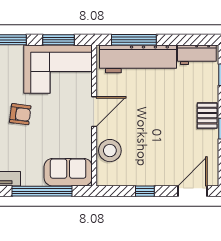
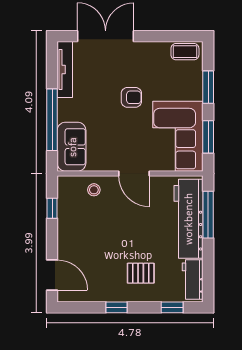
armchair: (20, 114) -> (131, 97), turned -97
pallet: (207, 116) -> (141, 273), moved
stool: (110, 151) -> (94, 190), width x0.53, depth x0.53
window: (145, 191) -> (52, 208), moved

